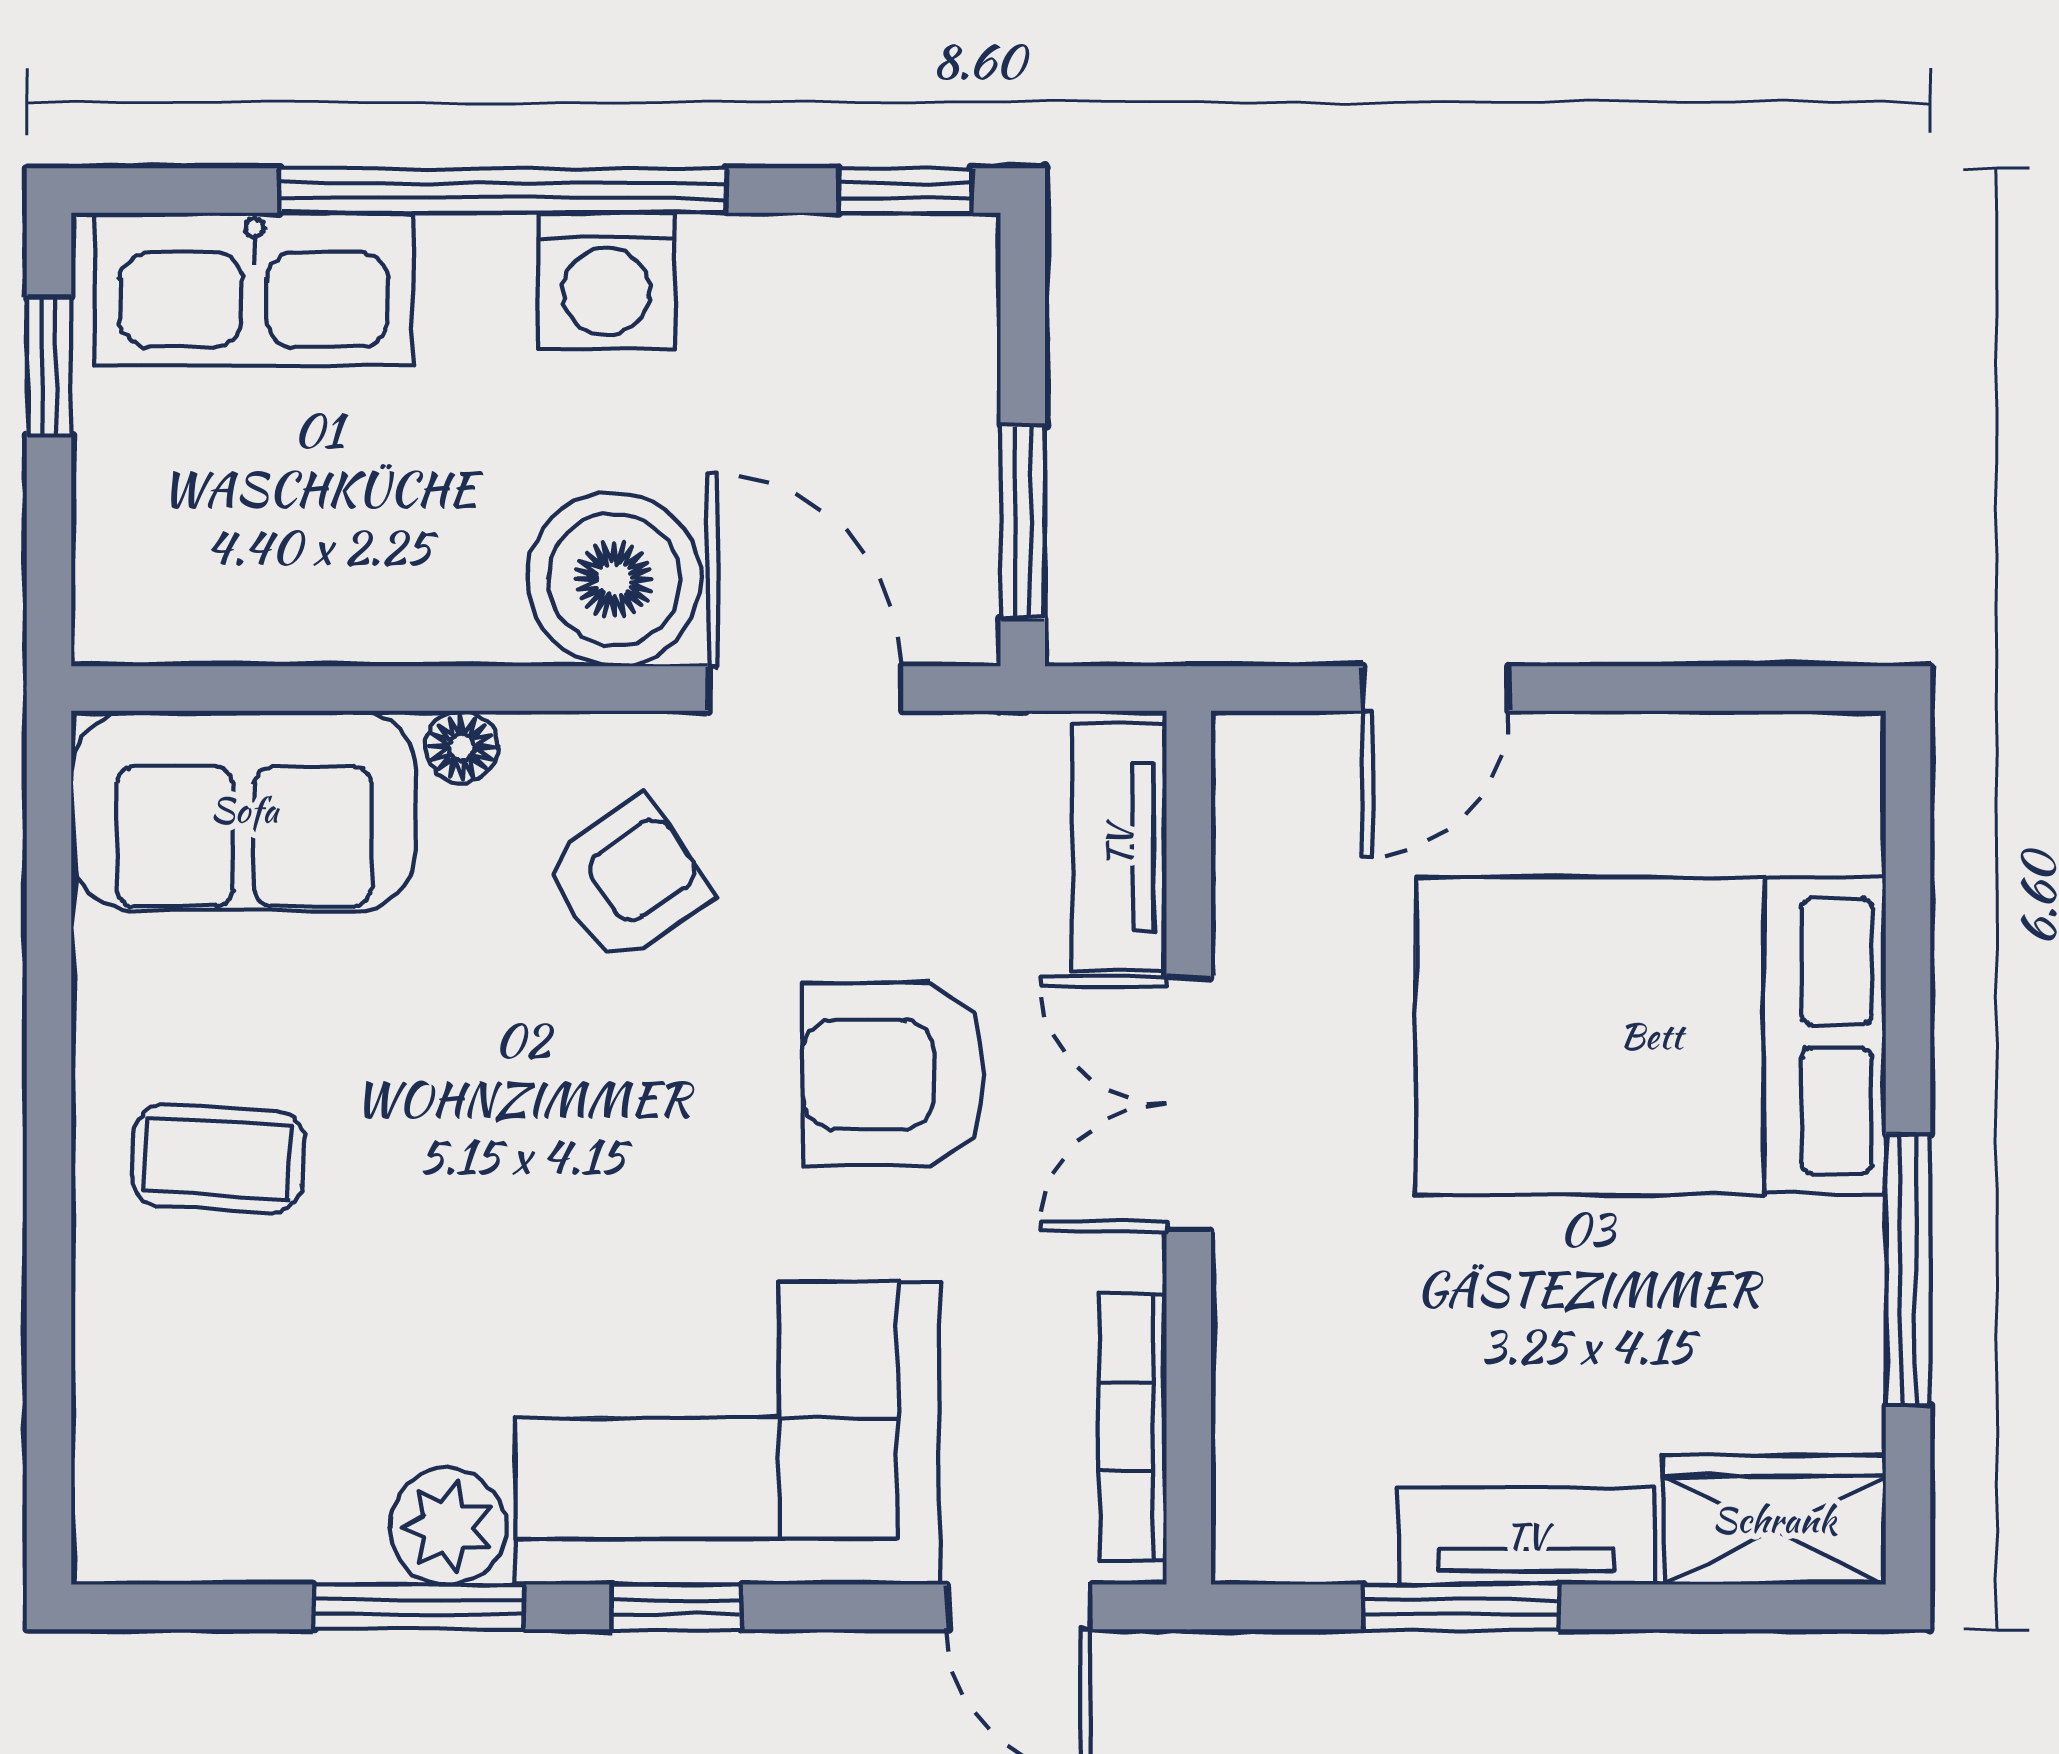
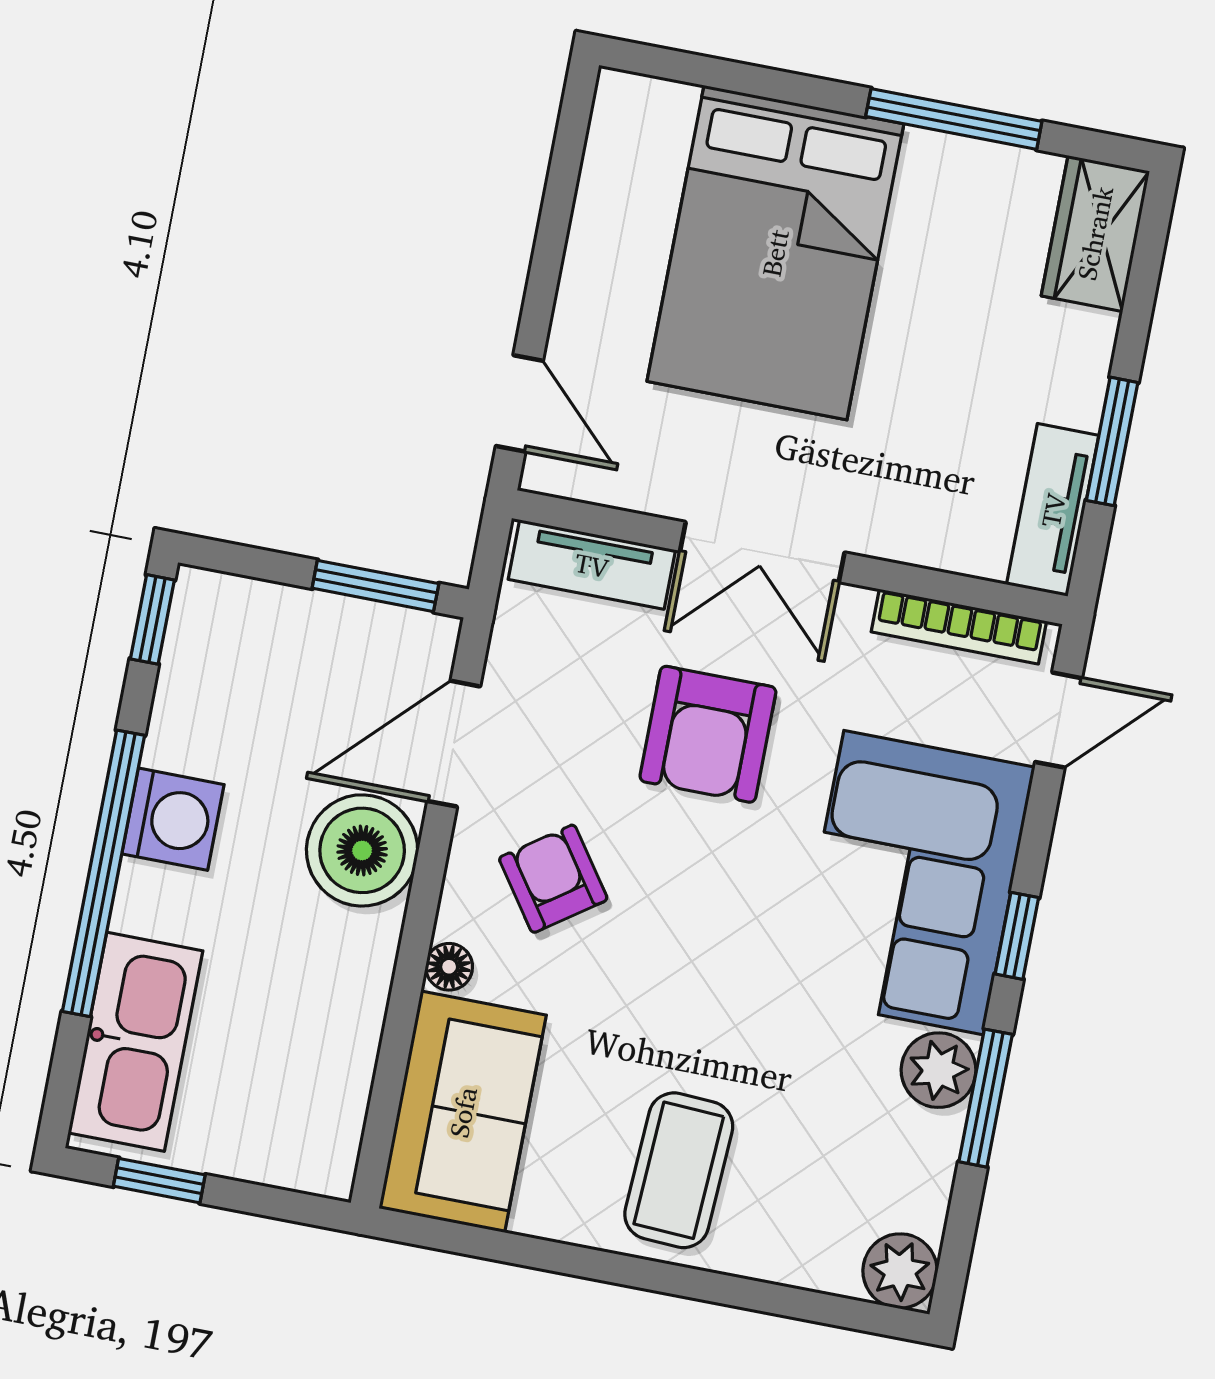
door: (1436, 688) -> (519, 403), moved
coffee table: (218, 1158) -> (679, 1170), width x1.36, depth x1.30
plant: (129, 1527) -> (900, 1271), added
tv unit: (1526, 1536) -> (1053, 510), moved

